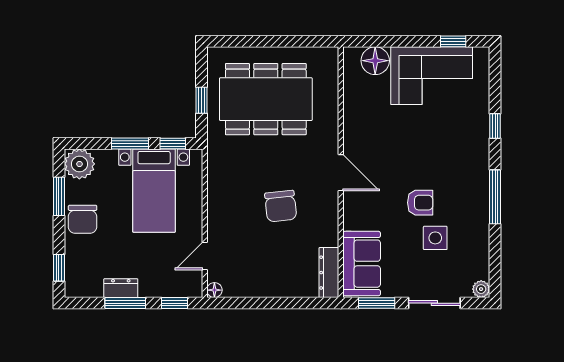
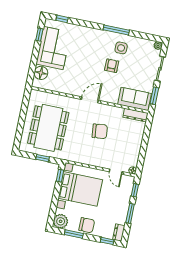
window: (495, 126) -> (62, 19), moved
window: (130, 143) -> (56, 196), removed
bed with nightstands: (154, 191) -> (80, 189), width x1.36
side table: (435, 238) -> (121, 48), moved
dresser: (121, 288) -> (119, 233), moved

